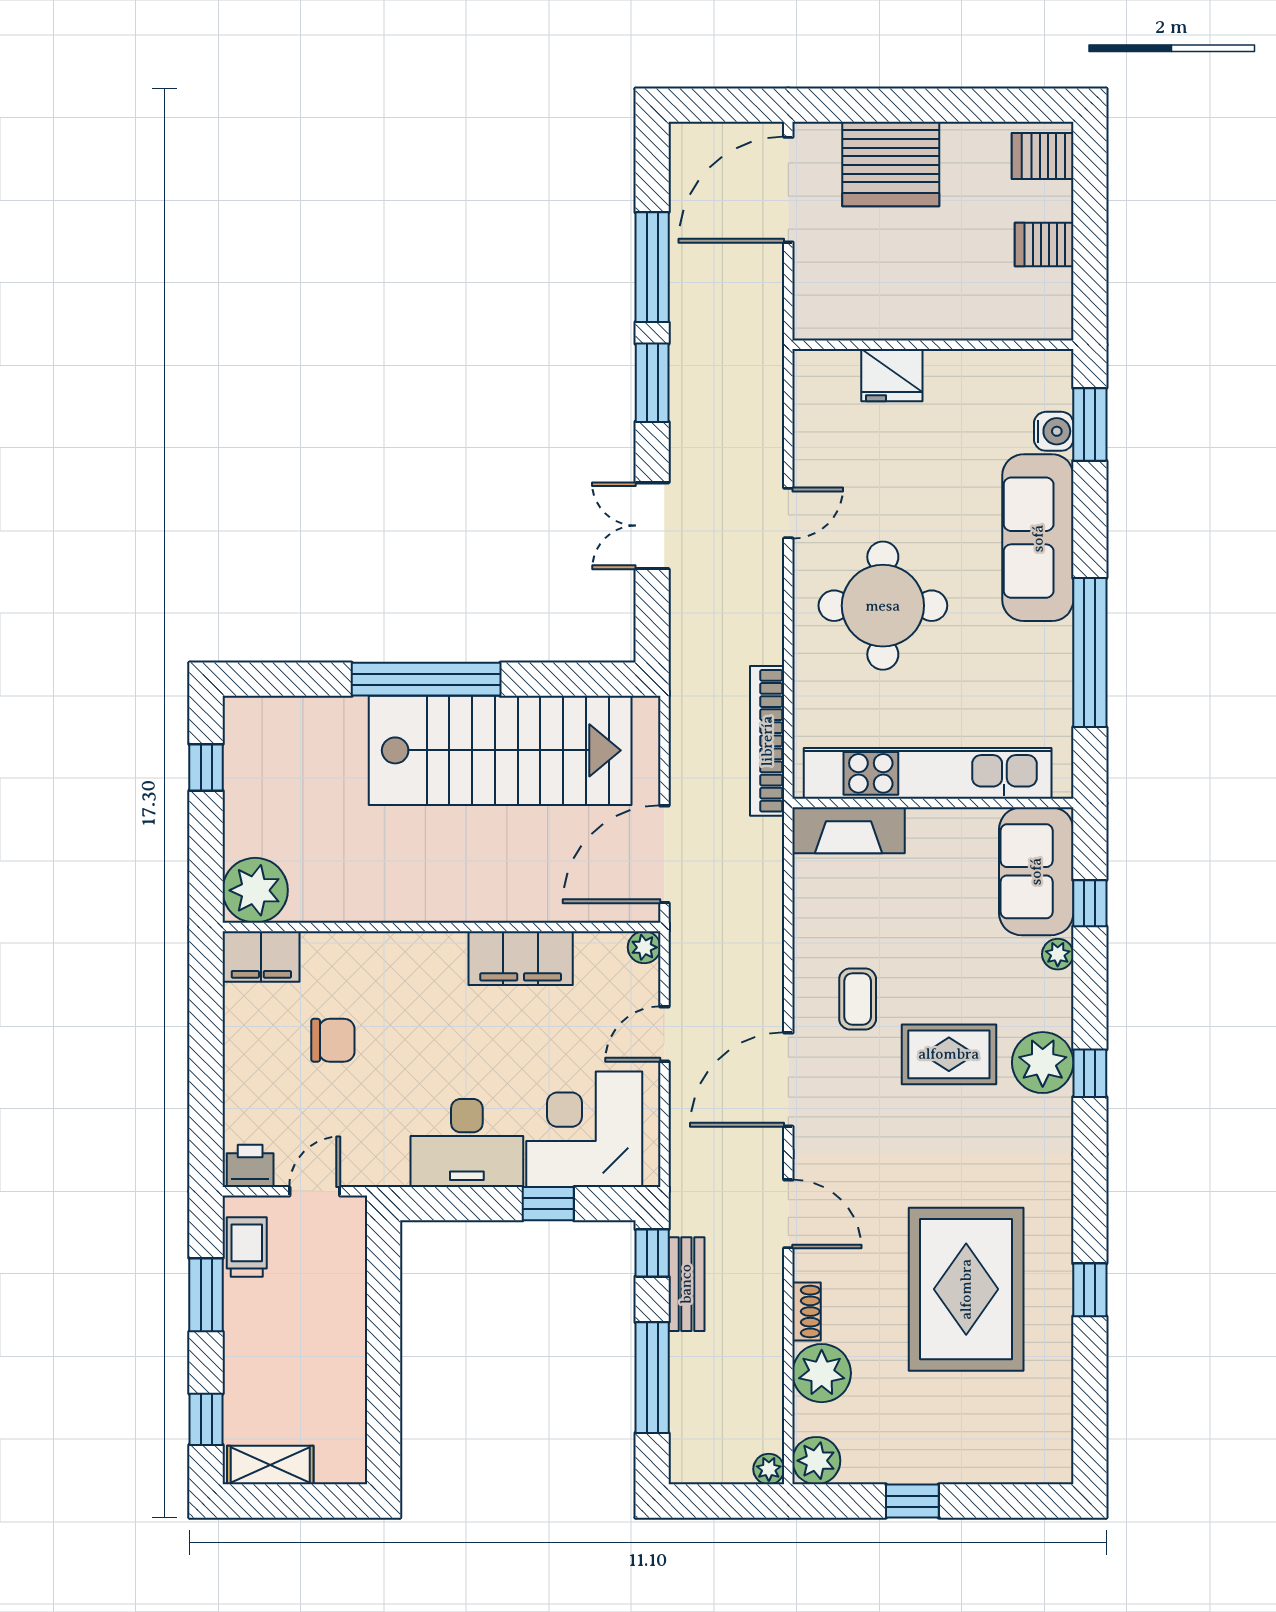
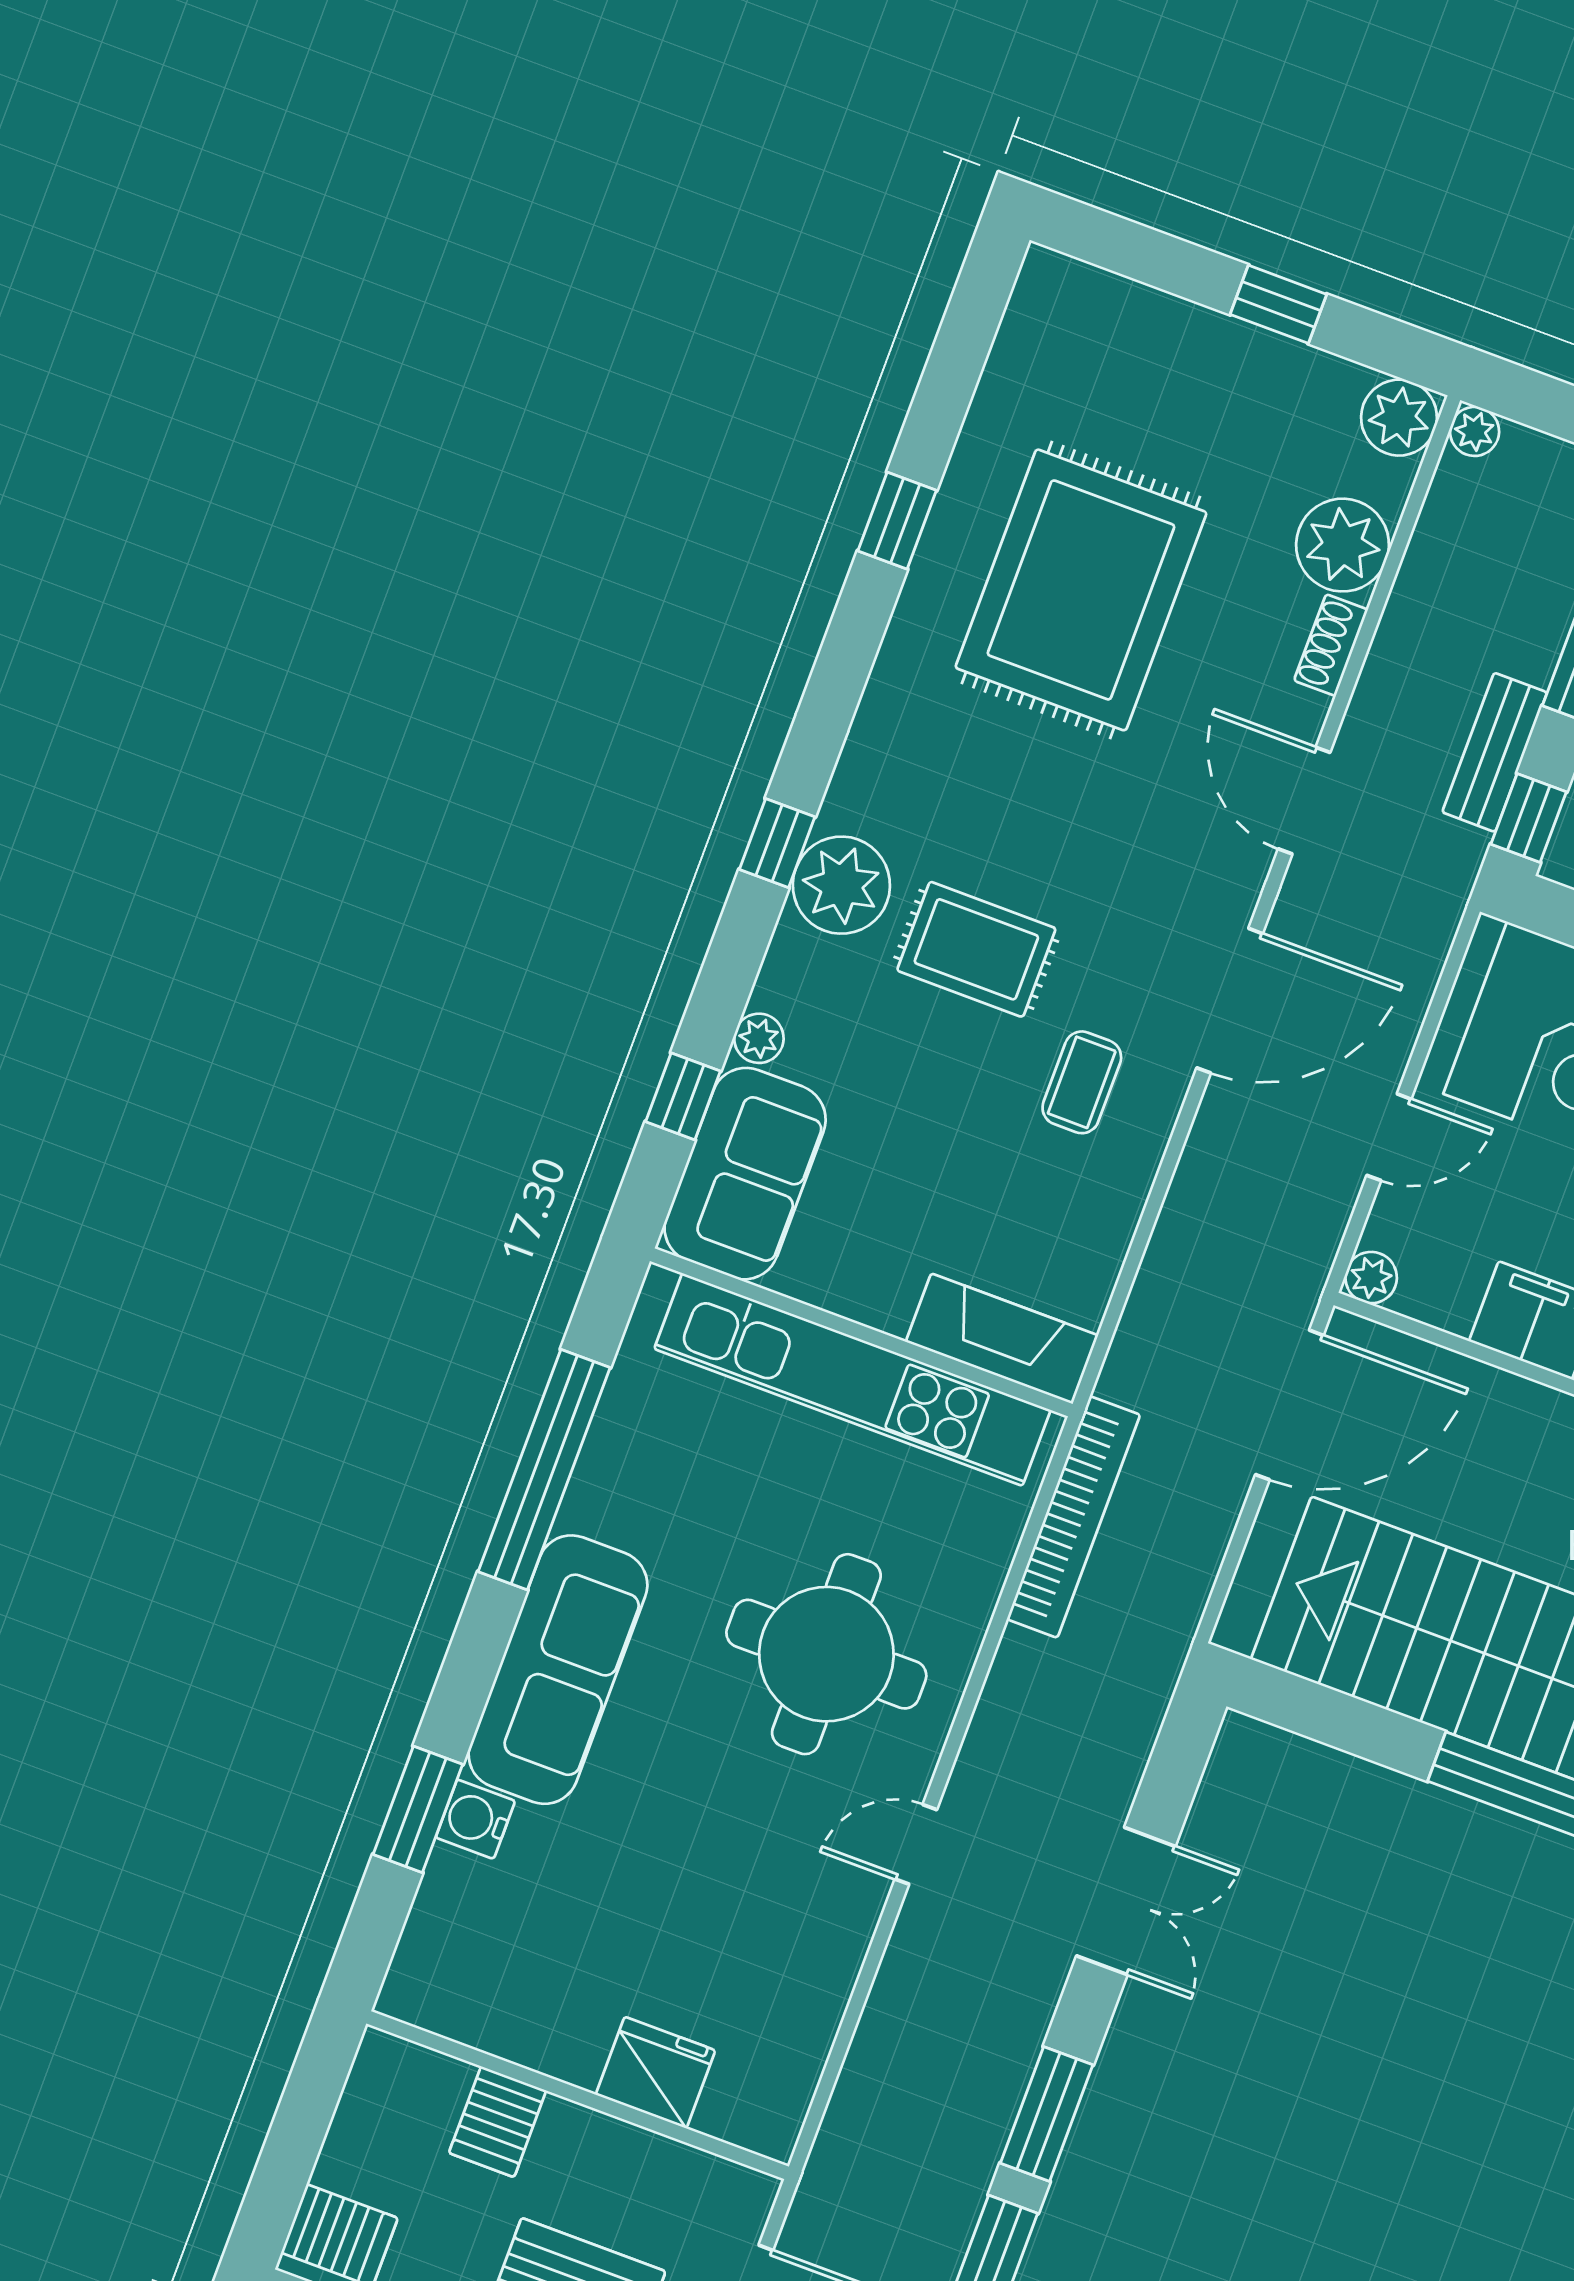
server rack: (1044, 244) -> (498, 2122), moved, turned 90
wall: (933, 345) -> (578, 2095), moved
fridge: (892, 375) -> (655, 2072), moved

